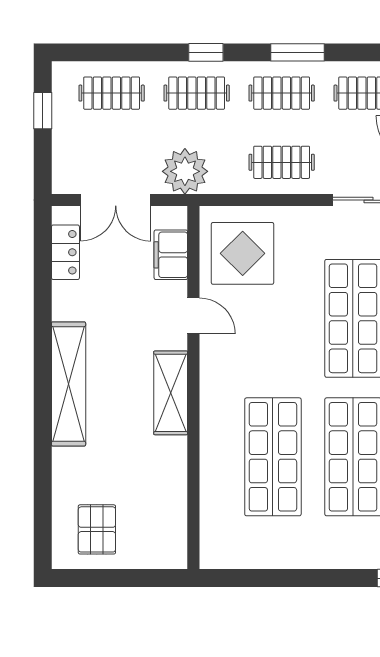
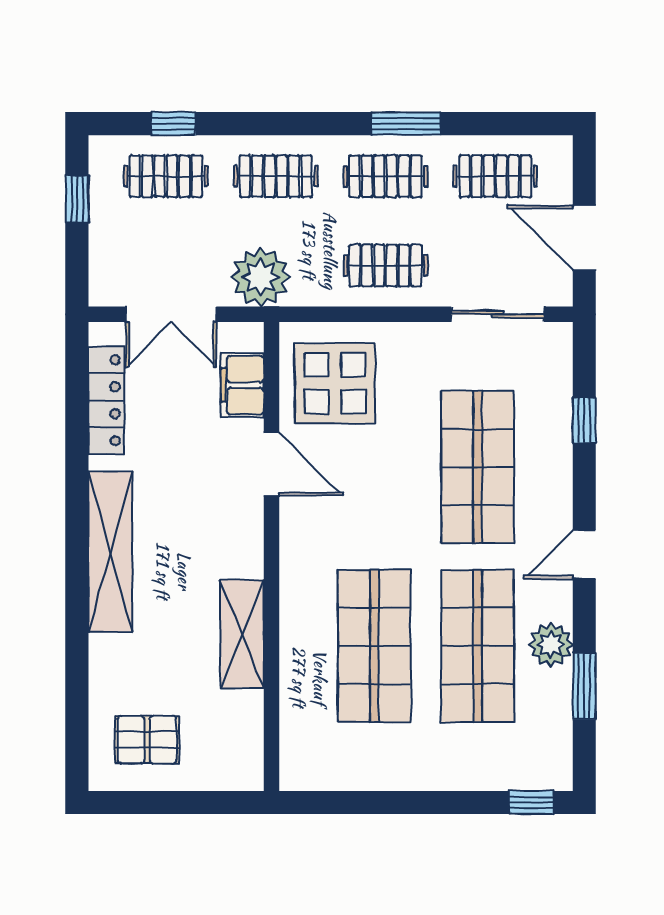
window: (206, 52) -> (173, 124), moved
locker: (65, 252) -> (106, 400), width x1.53
door: (193, 316) -> (271, 464), width x1.38
shelving: (171, 393) -> (242, 634), moved
pallet: (97, 529) -> (147, 740), turned 90

